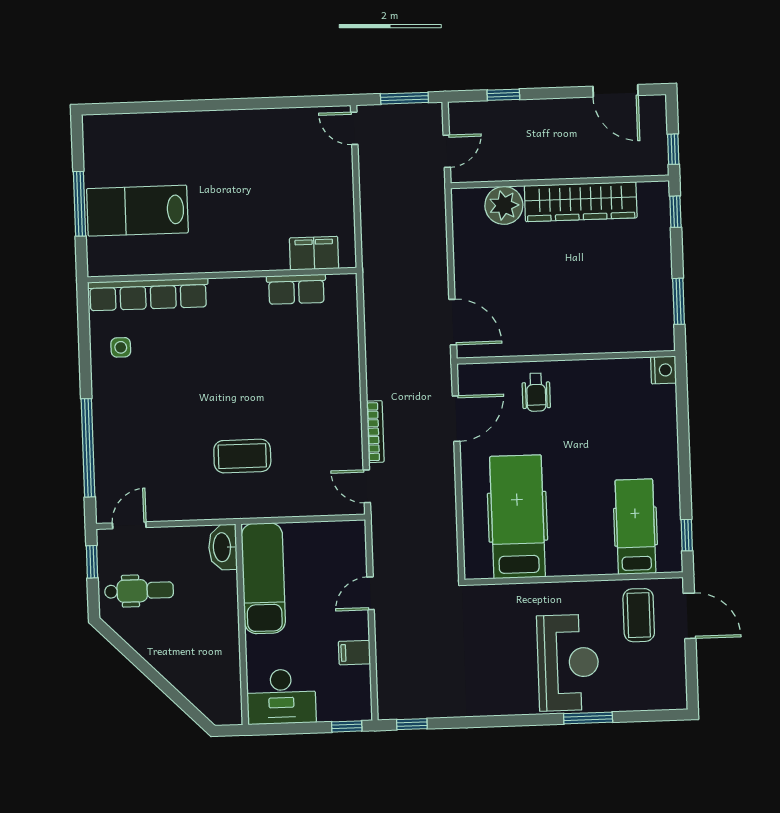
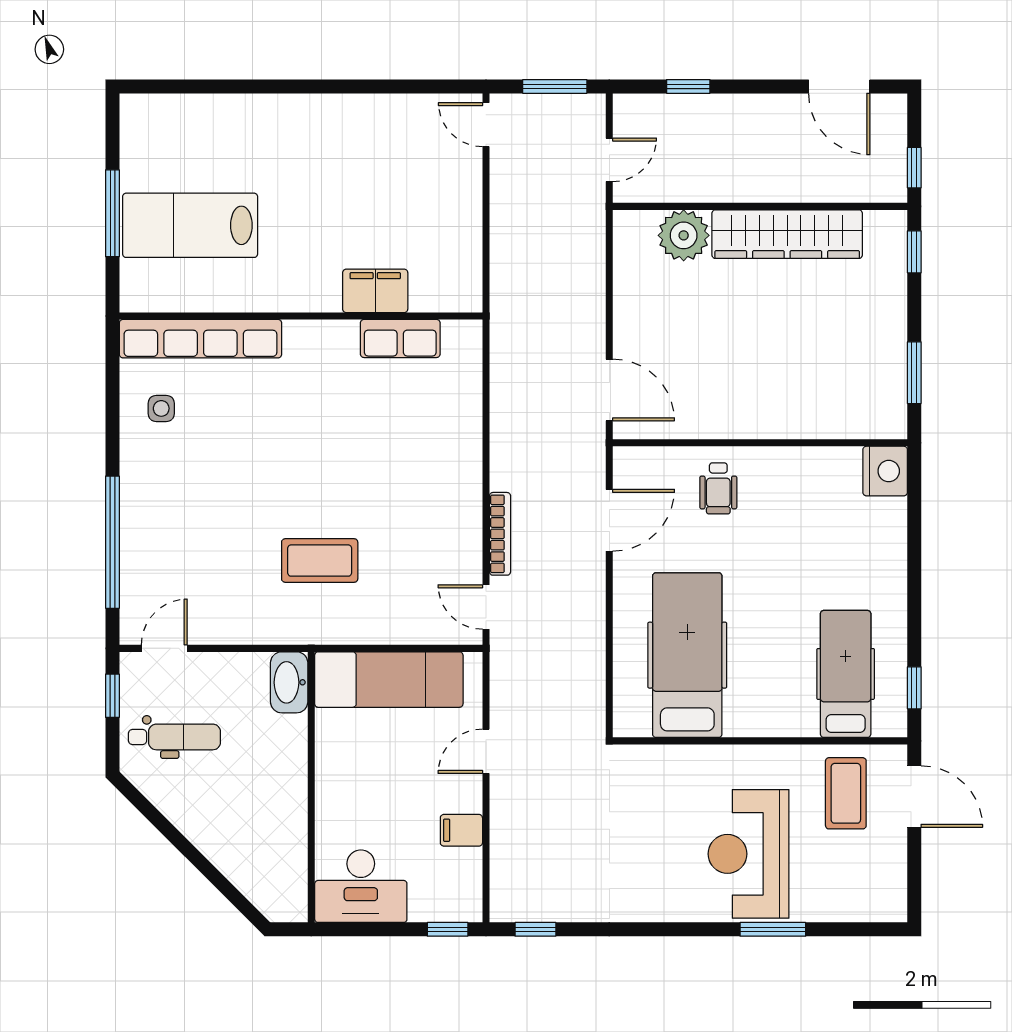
filing cabinet: (314, 253) -> (375, 291), moved
nightstand: (663, 370) -> (885, 471), width x1.36, depth x1.33
exam couch: (263, 578) -> (389, 680), moved, turned 90
reception desk: (568, 663) -> (749, 854), turned 180

